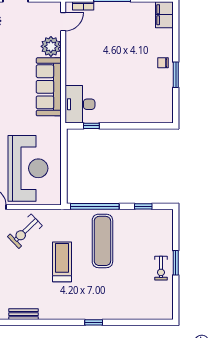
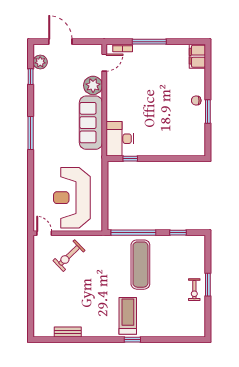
reception desk: (28, 168) -> (72, 198), turned 180
treadmill: (62, 262) -> (128, 316), moved

